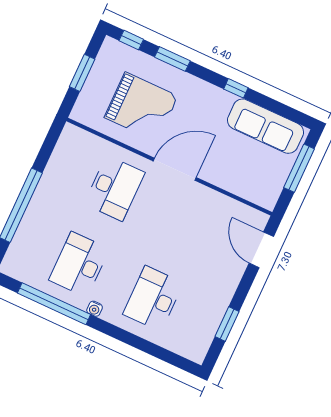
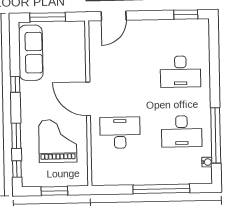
water cooler: (95, 309) -> (207, 162), moved
window: (227, 324) -> (186, 15), moved

